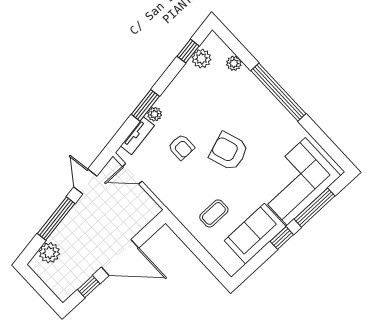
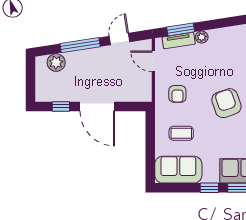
window: (145, 105) -> (181, 29), moved
armchair: (181, 147) -> (177, 94), moved
sofa: (255, 234) -> (178, 170), moved

